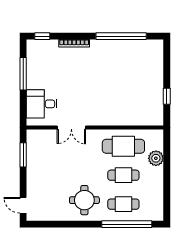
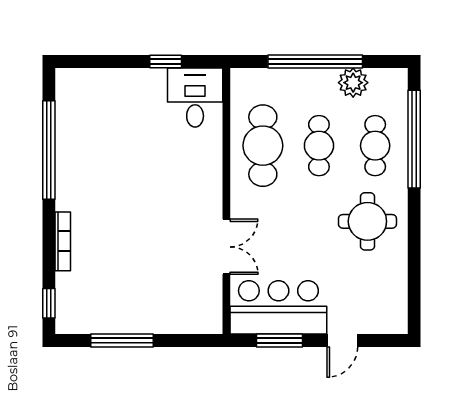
desk: (42, 104) -> (195, 97), moved, turned 180
bar counter: (40, 154) -> (278, 307), added
plant: (156, 158) -> (353, 83), moved
window: (167, 173) -> (315, 61), added
door: (23, 205) -> (342, 340), moved

